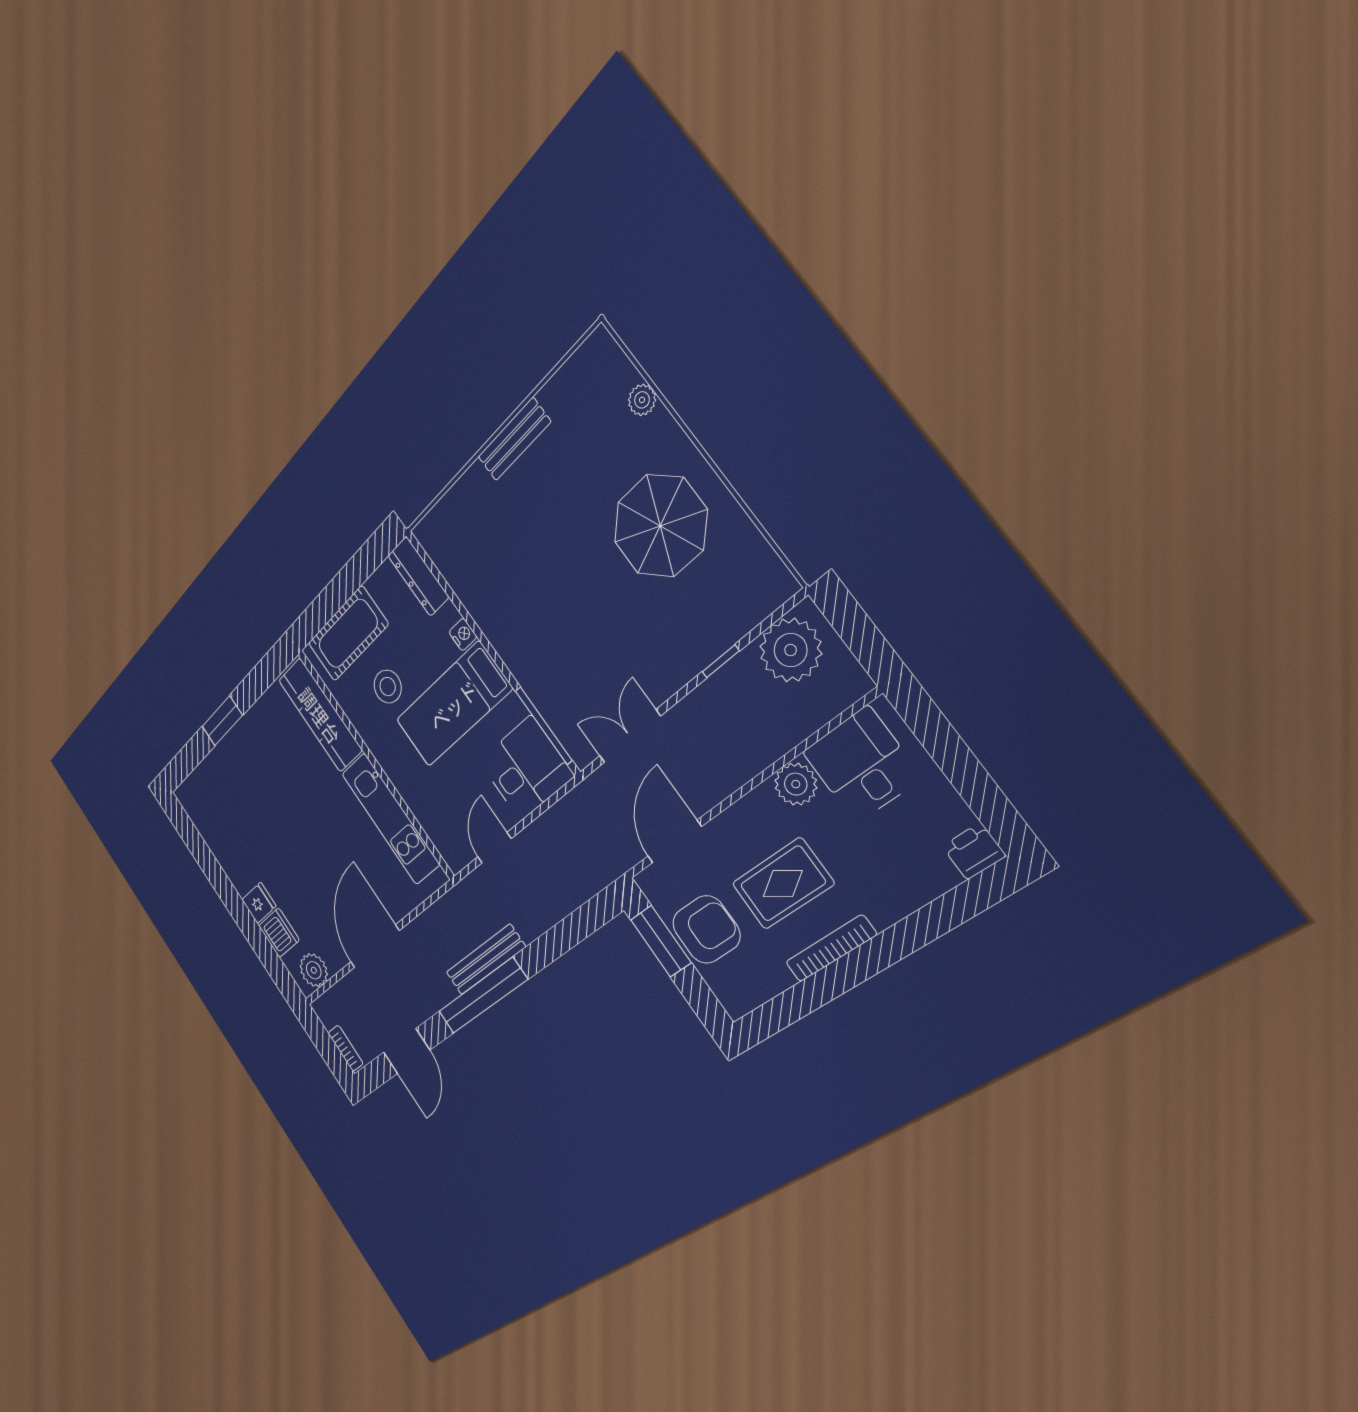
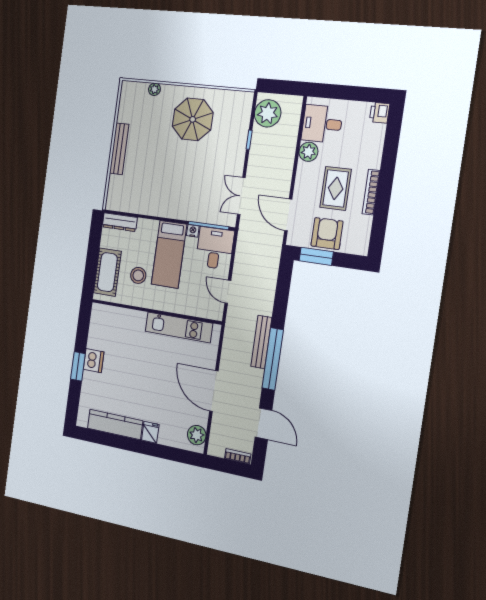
bench: (514, 439) -> (119, 149), width x1.36
nightstand: (463, 635) -> (193, 231), moved
kitchen counter: (320, 715) -> (115, 424), moved, turned 180
dishwasher: (279, 933) -> (94, 361), moved, turned 90

